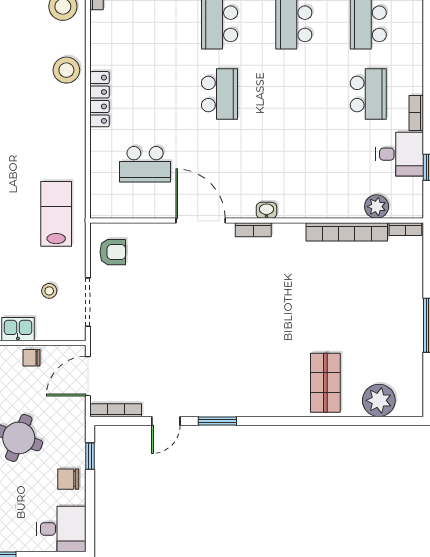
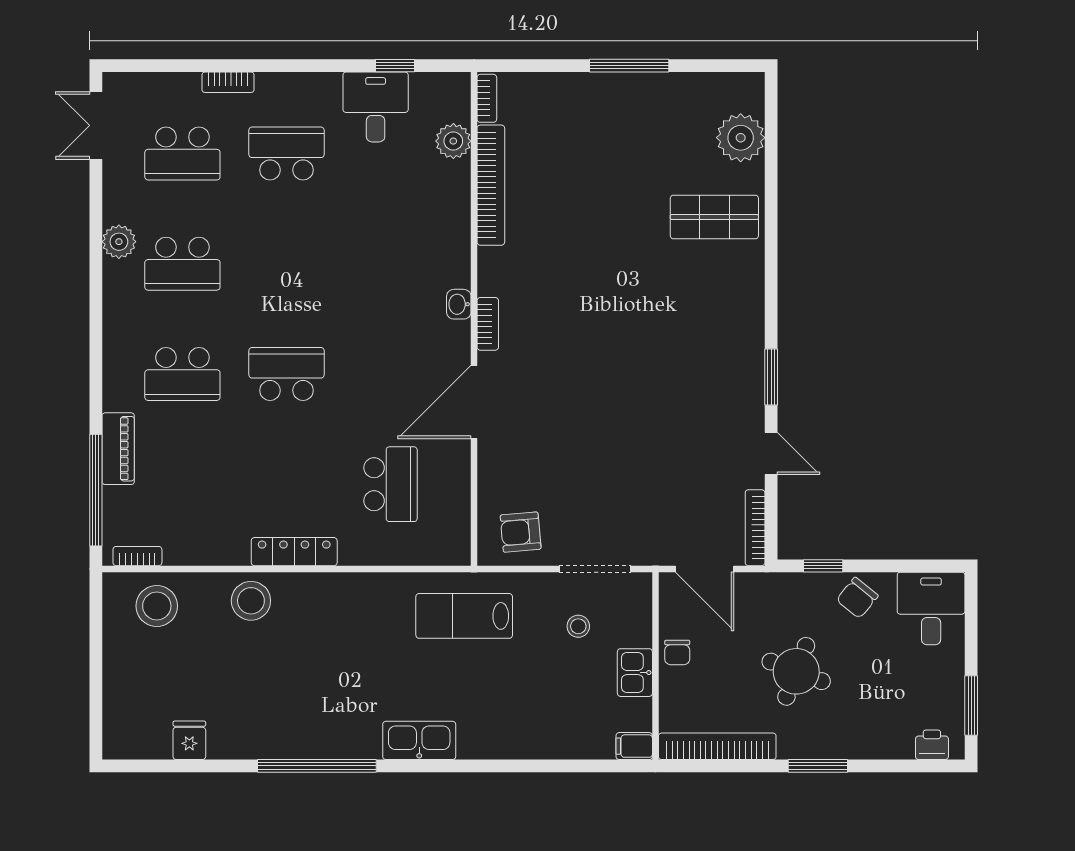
bookcase: (416, 113) -> (228, 82), moved
armchair: (113, 252) -> (521, 532), turned -95
chair: (68, 479) -> (857, 598), turned 39

